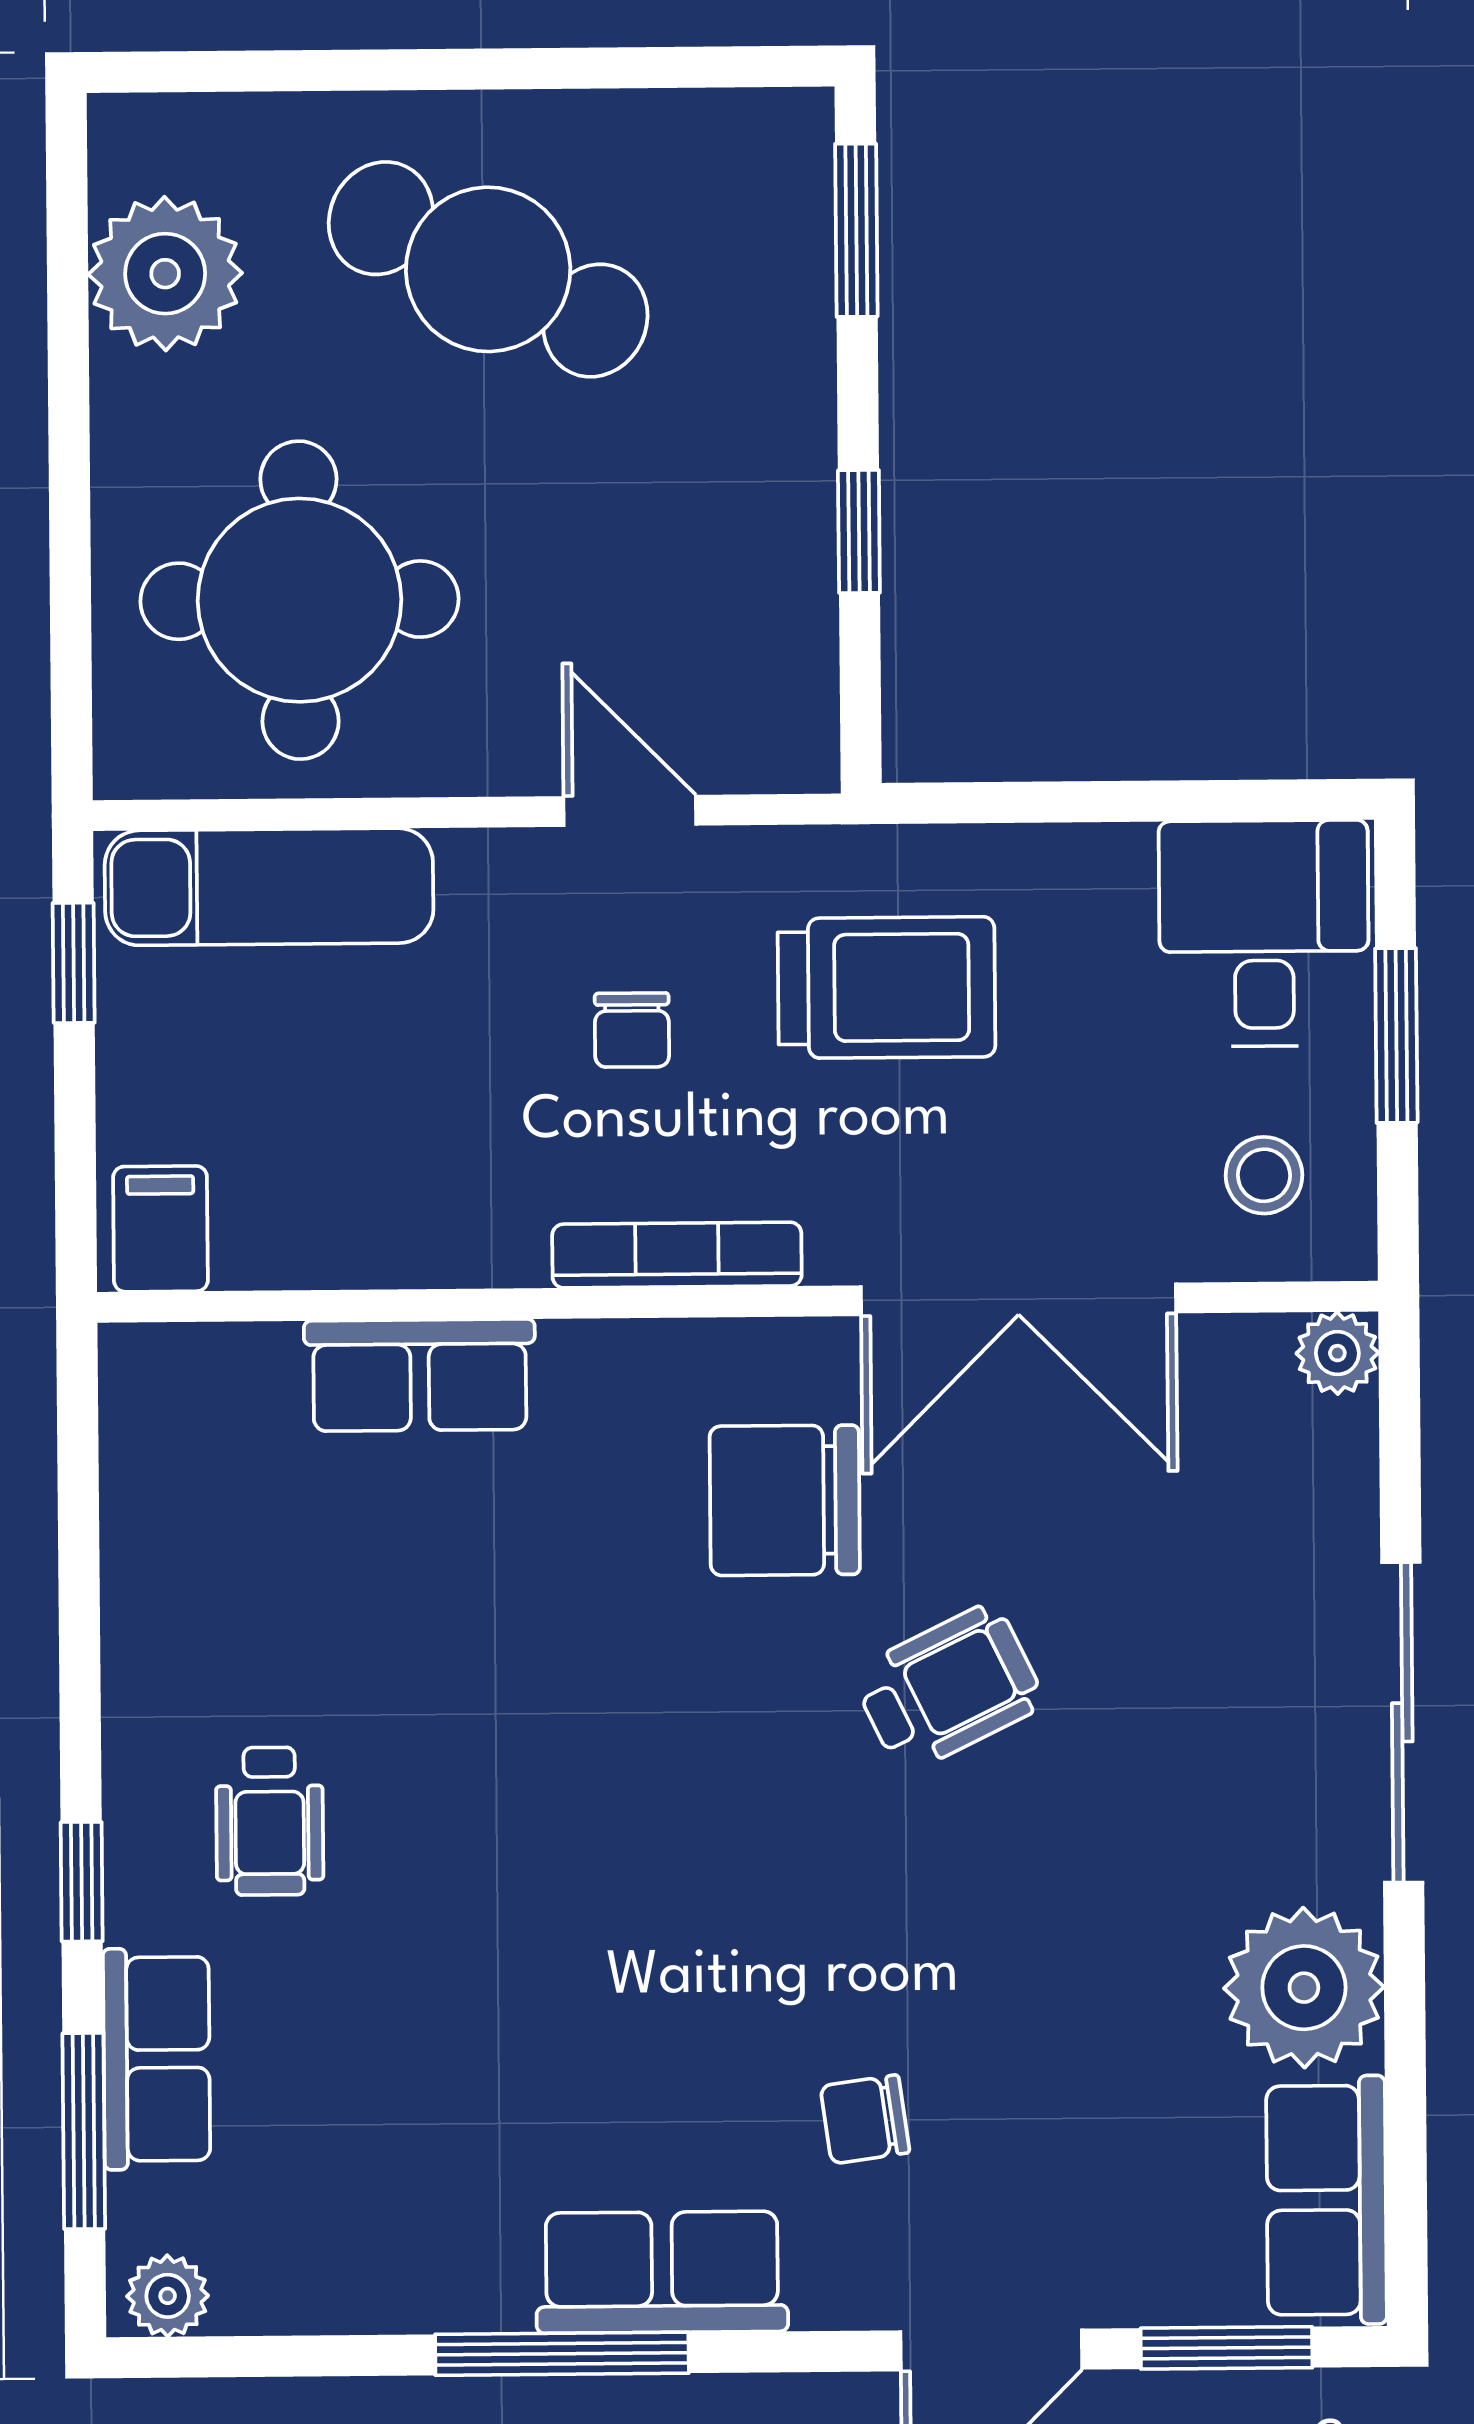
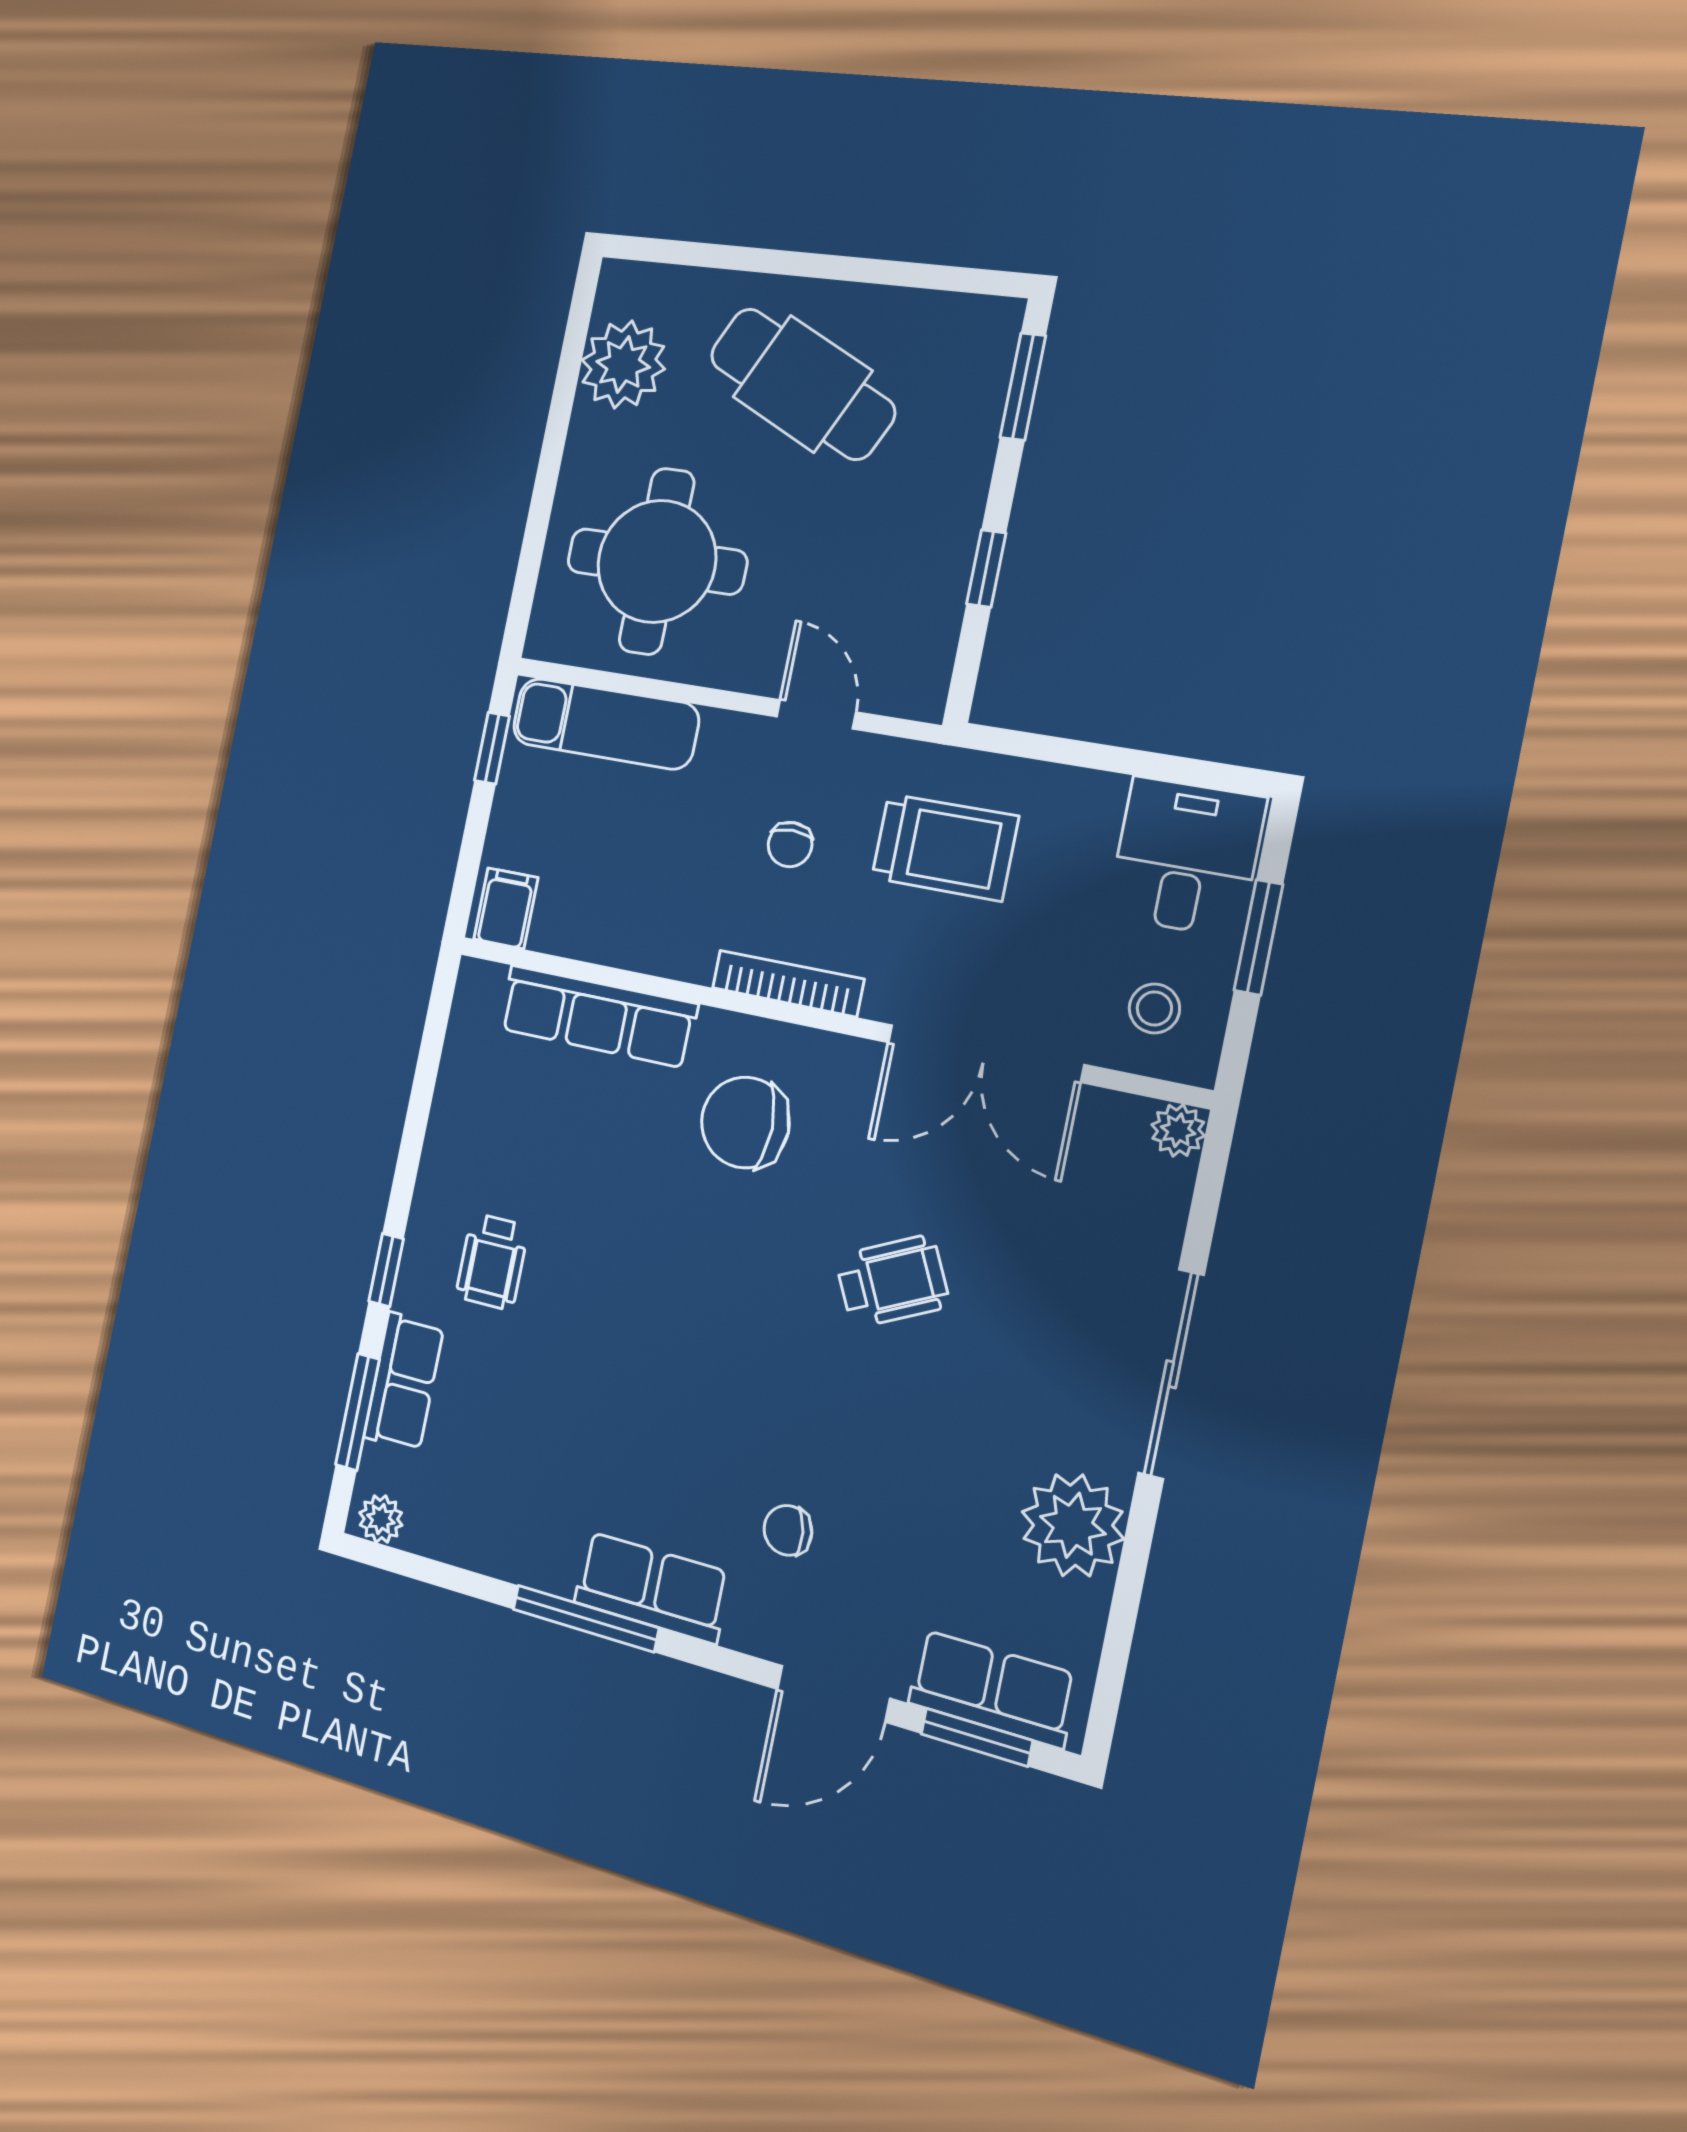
row of seats: (420, 1375) -> (598, 1016), width x1.48
chair: (785, 1500) -> (745, 1123), moved
row of seats: (1326, 2200) -> (992, 1689), moved, turned 90

